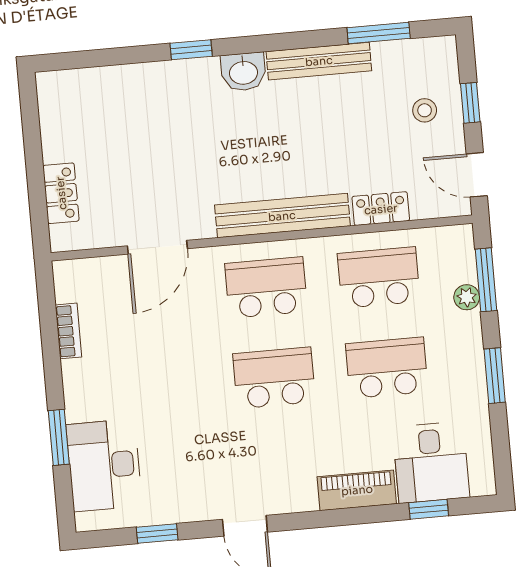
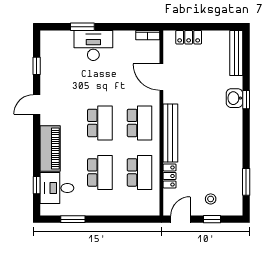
bench: (319, 61) -> (236, 53), moved
washbasin: (243, 72) -> (234, 98), moved
window: (486, 280) -> (134, 219), removed
plant: (467, 297) -> (128, 210), removed
bookcase: (68, 331) -> (148, 35), moved
window: (495, 376) -> (73, 219), moved
desk: (104, 465) -> (93, 45), moved
piano: (357, 490) -> (50, 148), width x1.37, depth x1.33

